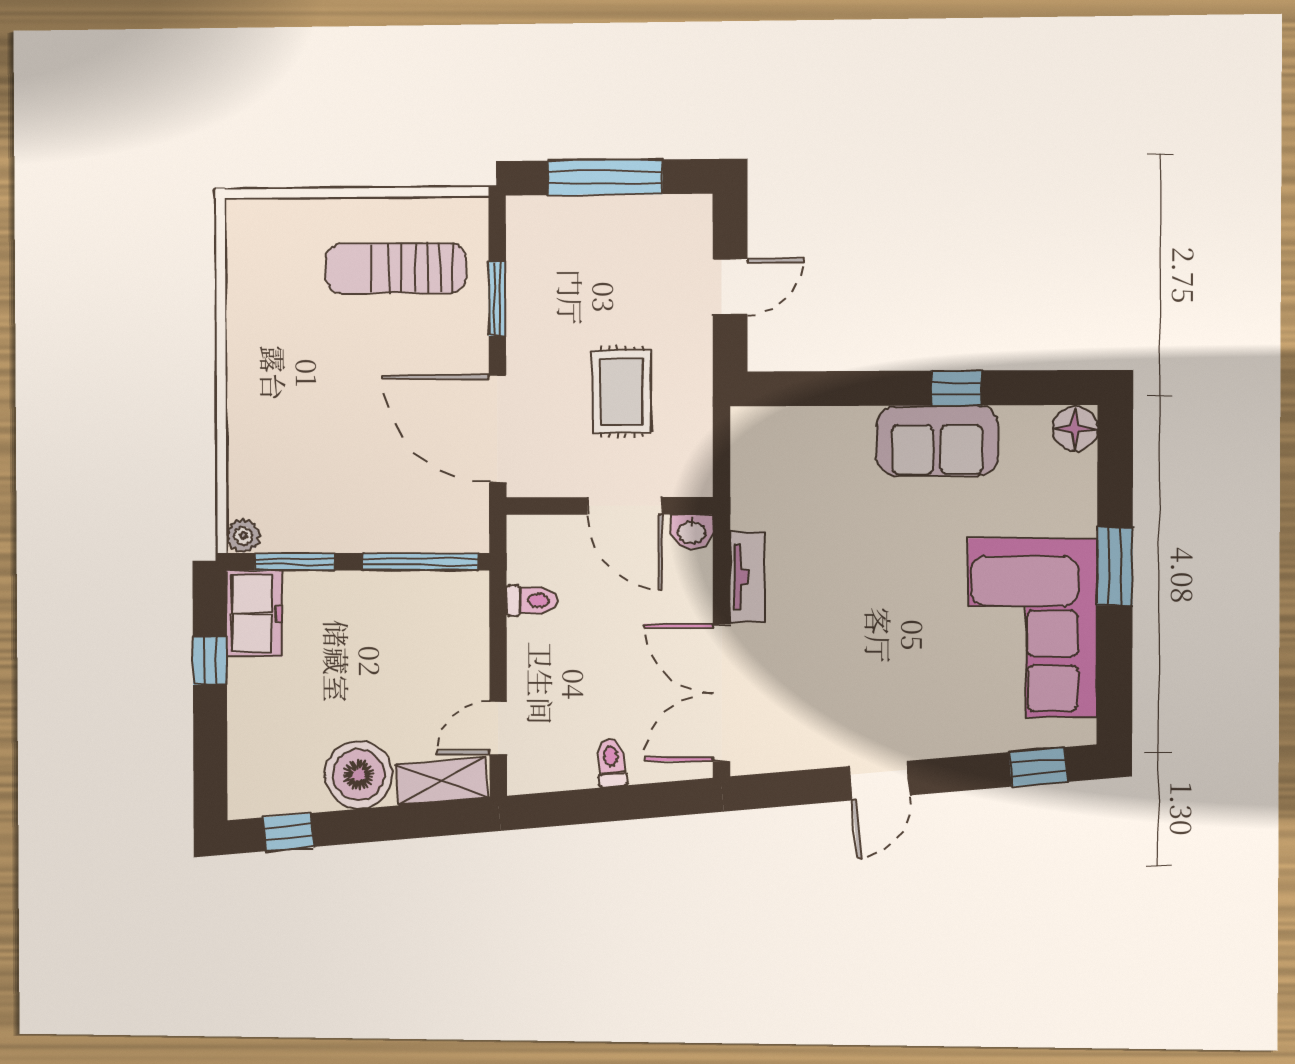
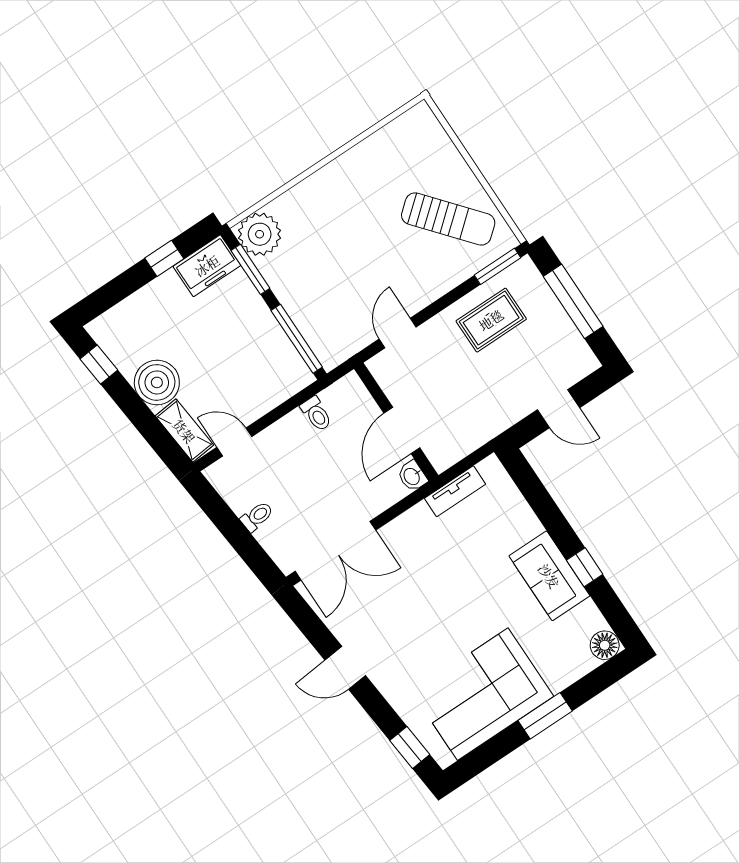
sun lounger: (396, 268) -> (448, 219), turned 140
window: (497, 299) -> (498, 266), moved
rug: (622, 392) -> (491, 320), moved
door: (498, 429) -> (398, 333), width x0.53
plant: (243, 536) -> (260, 234), width x1.88, depth x1.88
tv unit: (747, 577) -> (455, 491), moved
double door: (722, 693) -> (335, 551), swing flipped

